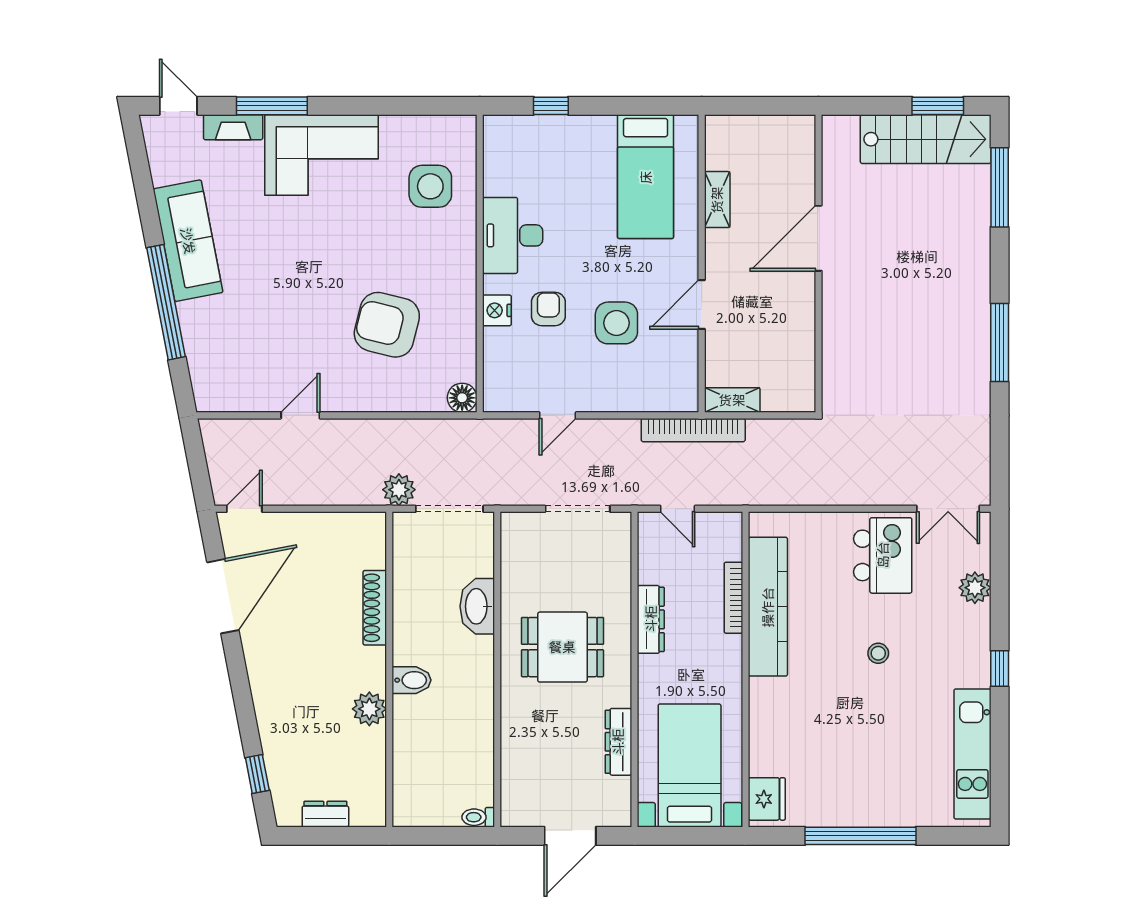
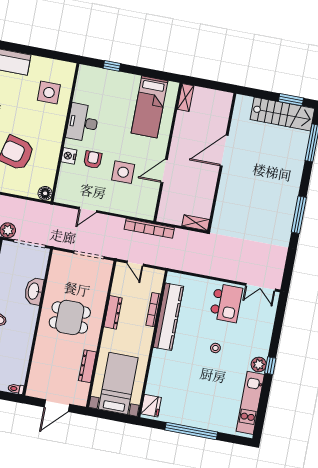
shelving: (717, 200) -> (186, 97), moved
shelving: (732, 400) -> (196, 223), moved
plant: (975, 588) -> (259, 364), moved

